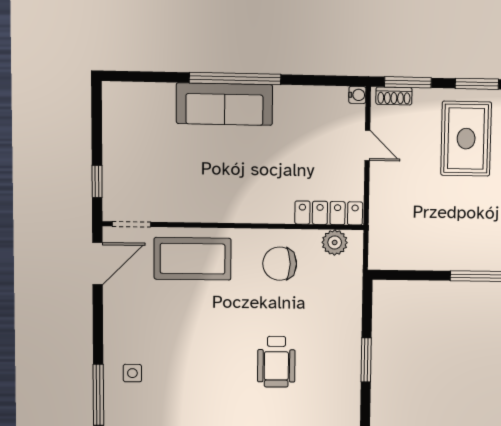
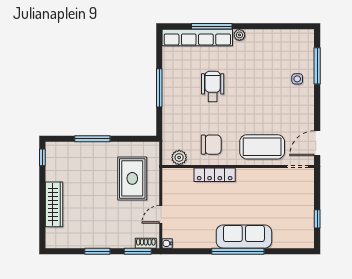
rug: (466, 139) -> (132, 178), moved
door: (367, 145) -> (161, 214), hinge flipped
window: (97, 181) -> (317, 219), moved
locker: (329, 213) -> (215, 175), moved
window: (366, 360) -> (159, 88), width x1.44

